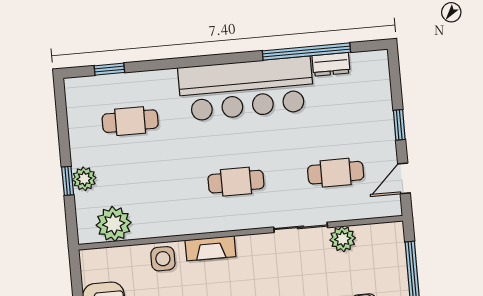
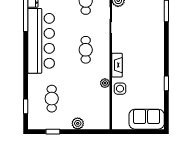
window: (68, 181) -> (53, 132), moved
plant: (114, 224) -> (105, 83), moved, width x0.53, depth x0.53

